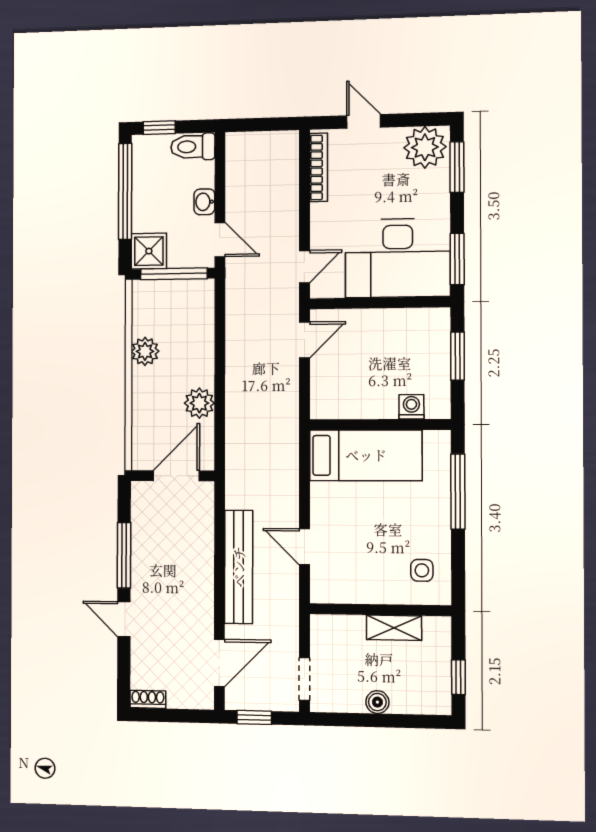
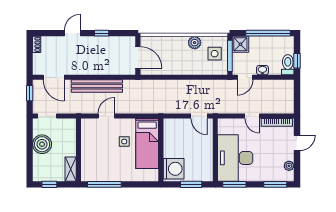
window: (159, 128) -> (297, 61), moved
plant: (425, 147) -> (289, 166), width x0.53, depth x0.53
door: (304, 267) -> (252, 116), moved
side table: (169, 307) -> (215, 54), added
plant: (199, 403) -> (171, 68), removed
washing machine: (411, 407) -> (174, 169), width x1.89, depth x1.89
window: (458, 492) -> (104, 184), moved
window: (124, 555) -> (102, 33), width x0.46
side table: (422, 570) -> (124, 141), moved
shelving: (394, 628) -> (71, 169), moved
boiler: (377, 702) -> (42, 144), width x1.86, depth x1.86

